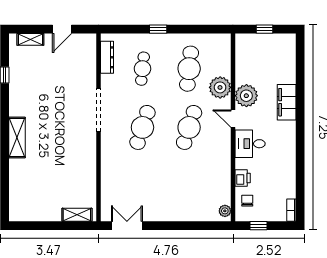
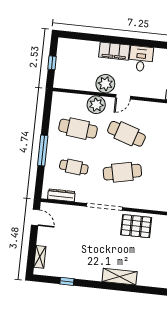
door: (62, 29) -> (36, 217), moved
window: (158, 29) -> (43, 151), width x2.17
cafe table: (142, 127) -> (122, 172), turned -30
desk: (250, 144) -> (141, 59), moved, turned 180
pallet: (80, 151) -> (136, 226), added

